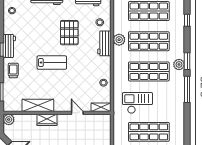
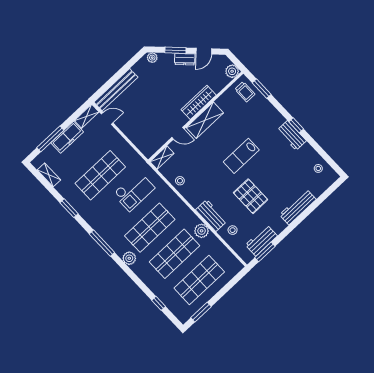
window: (187, 61) -> (69, 208), moved
trolley: (13, 71) -> (245, 92), moved
shelving: (38, 105) -> (205, 120), moved
wardrobe: (47, 120) -> (199, 102), width x1.50

